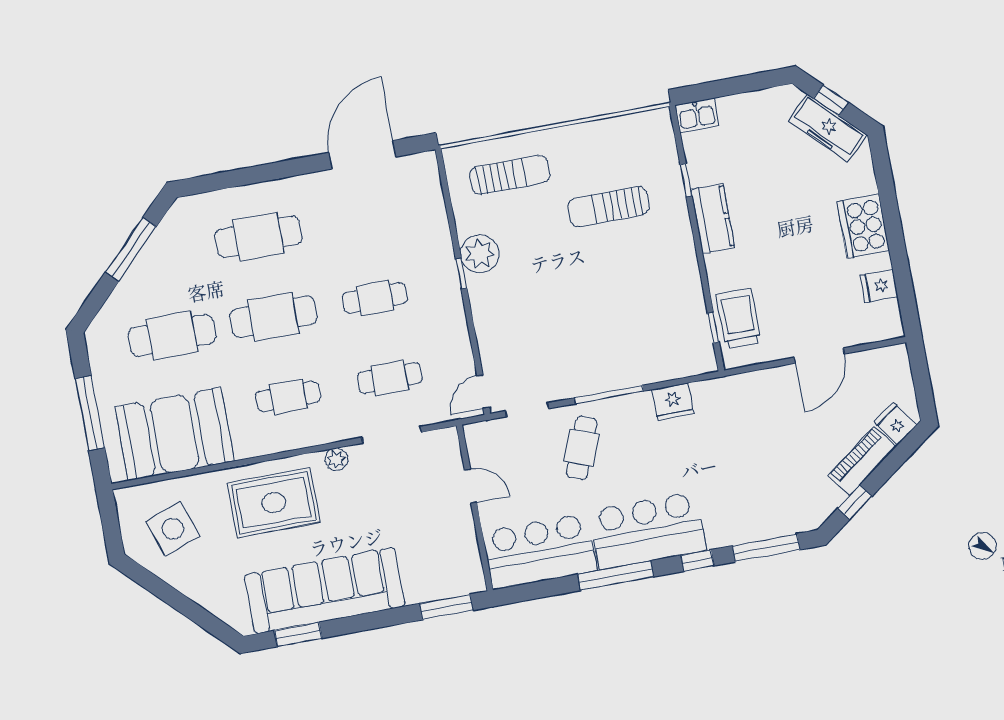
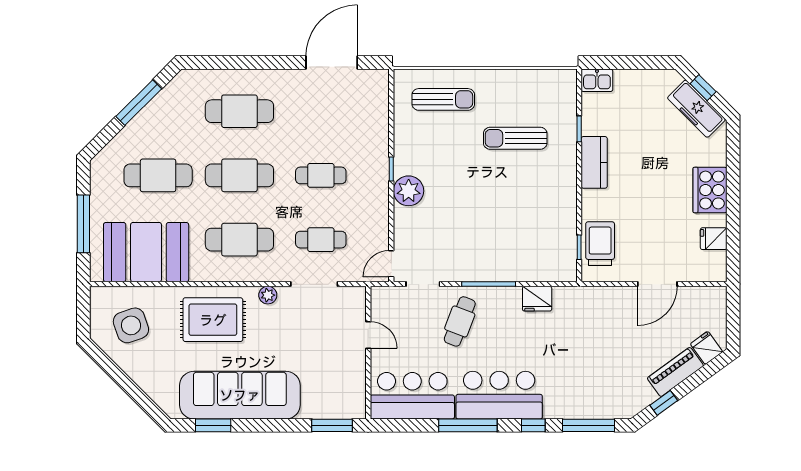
plant: (480, 254) -> (409, 191), moved
cafe table: (288, 397) -> (239, 240), width x1.37, depth x1.35

